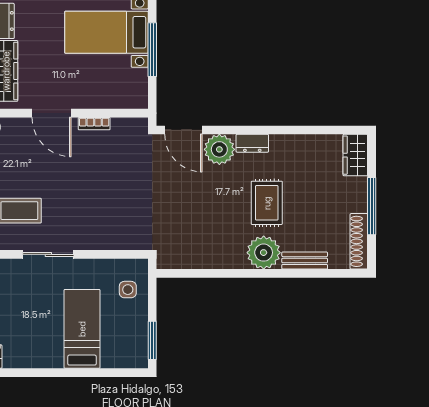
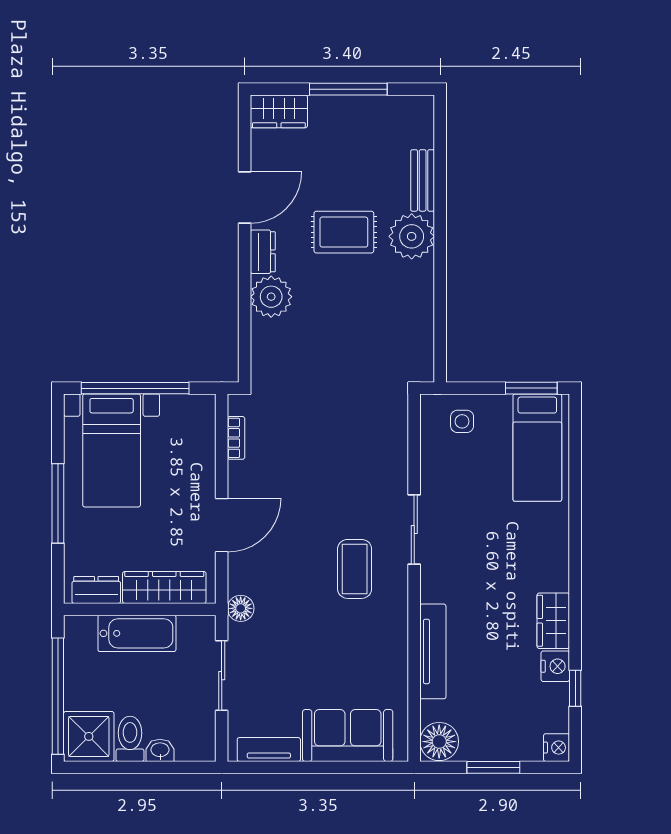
window: (152, 50) -> (135, 388), width x1.46
bookcase: (94, 124) -> (236, 438), moved
door: (183, 130) -> (245, 198), moved
shoe rack: (359, 241) -> (396, 107), removed
bed: (82, 329) -> (537, 448), moved, turned -90

